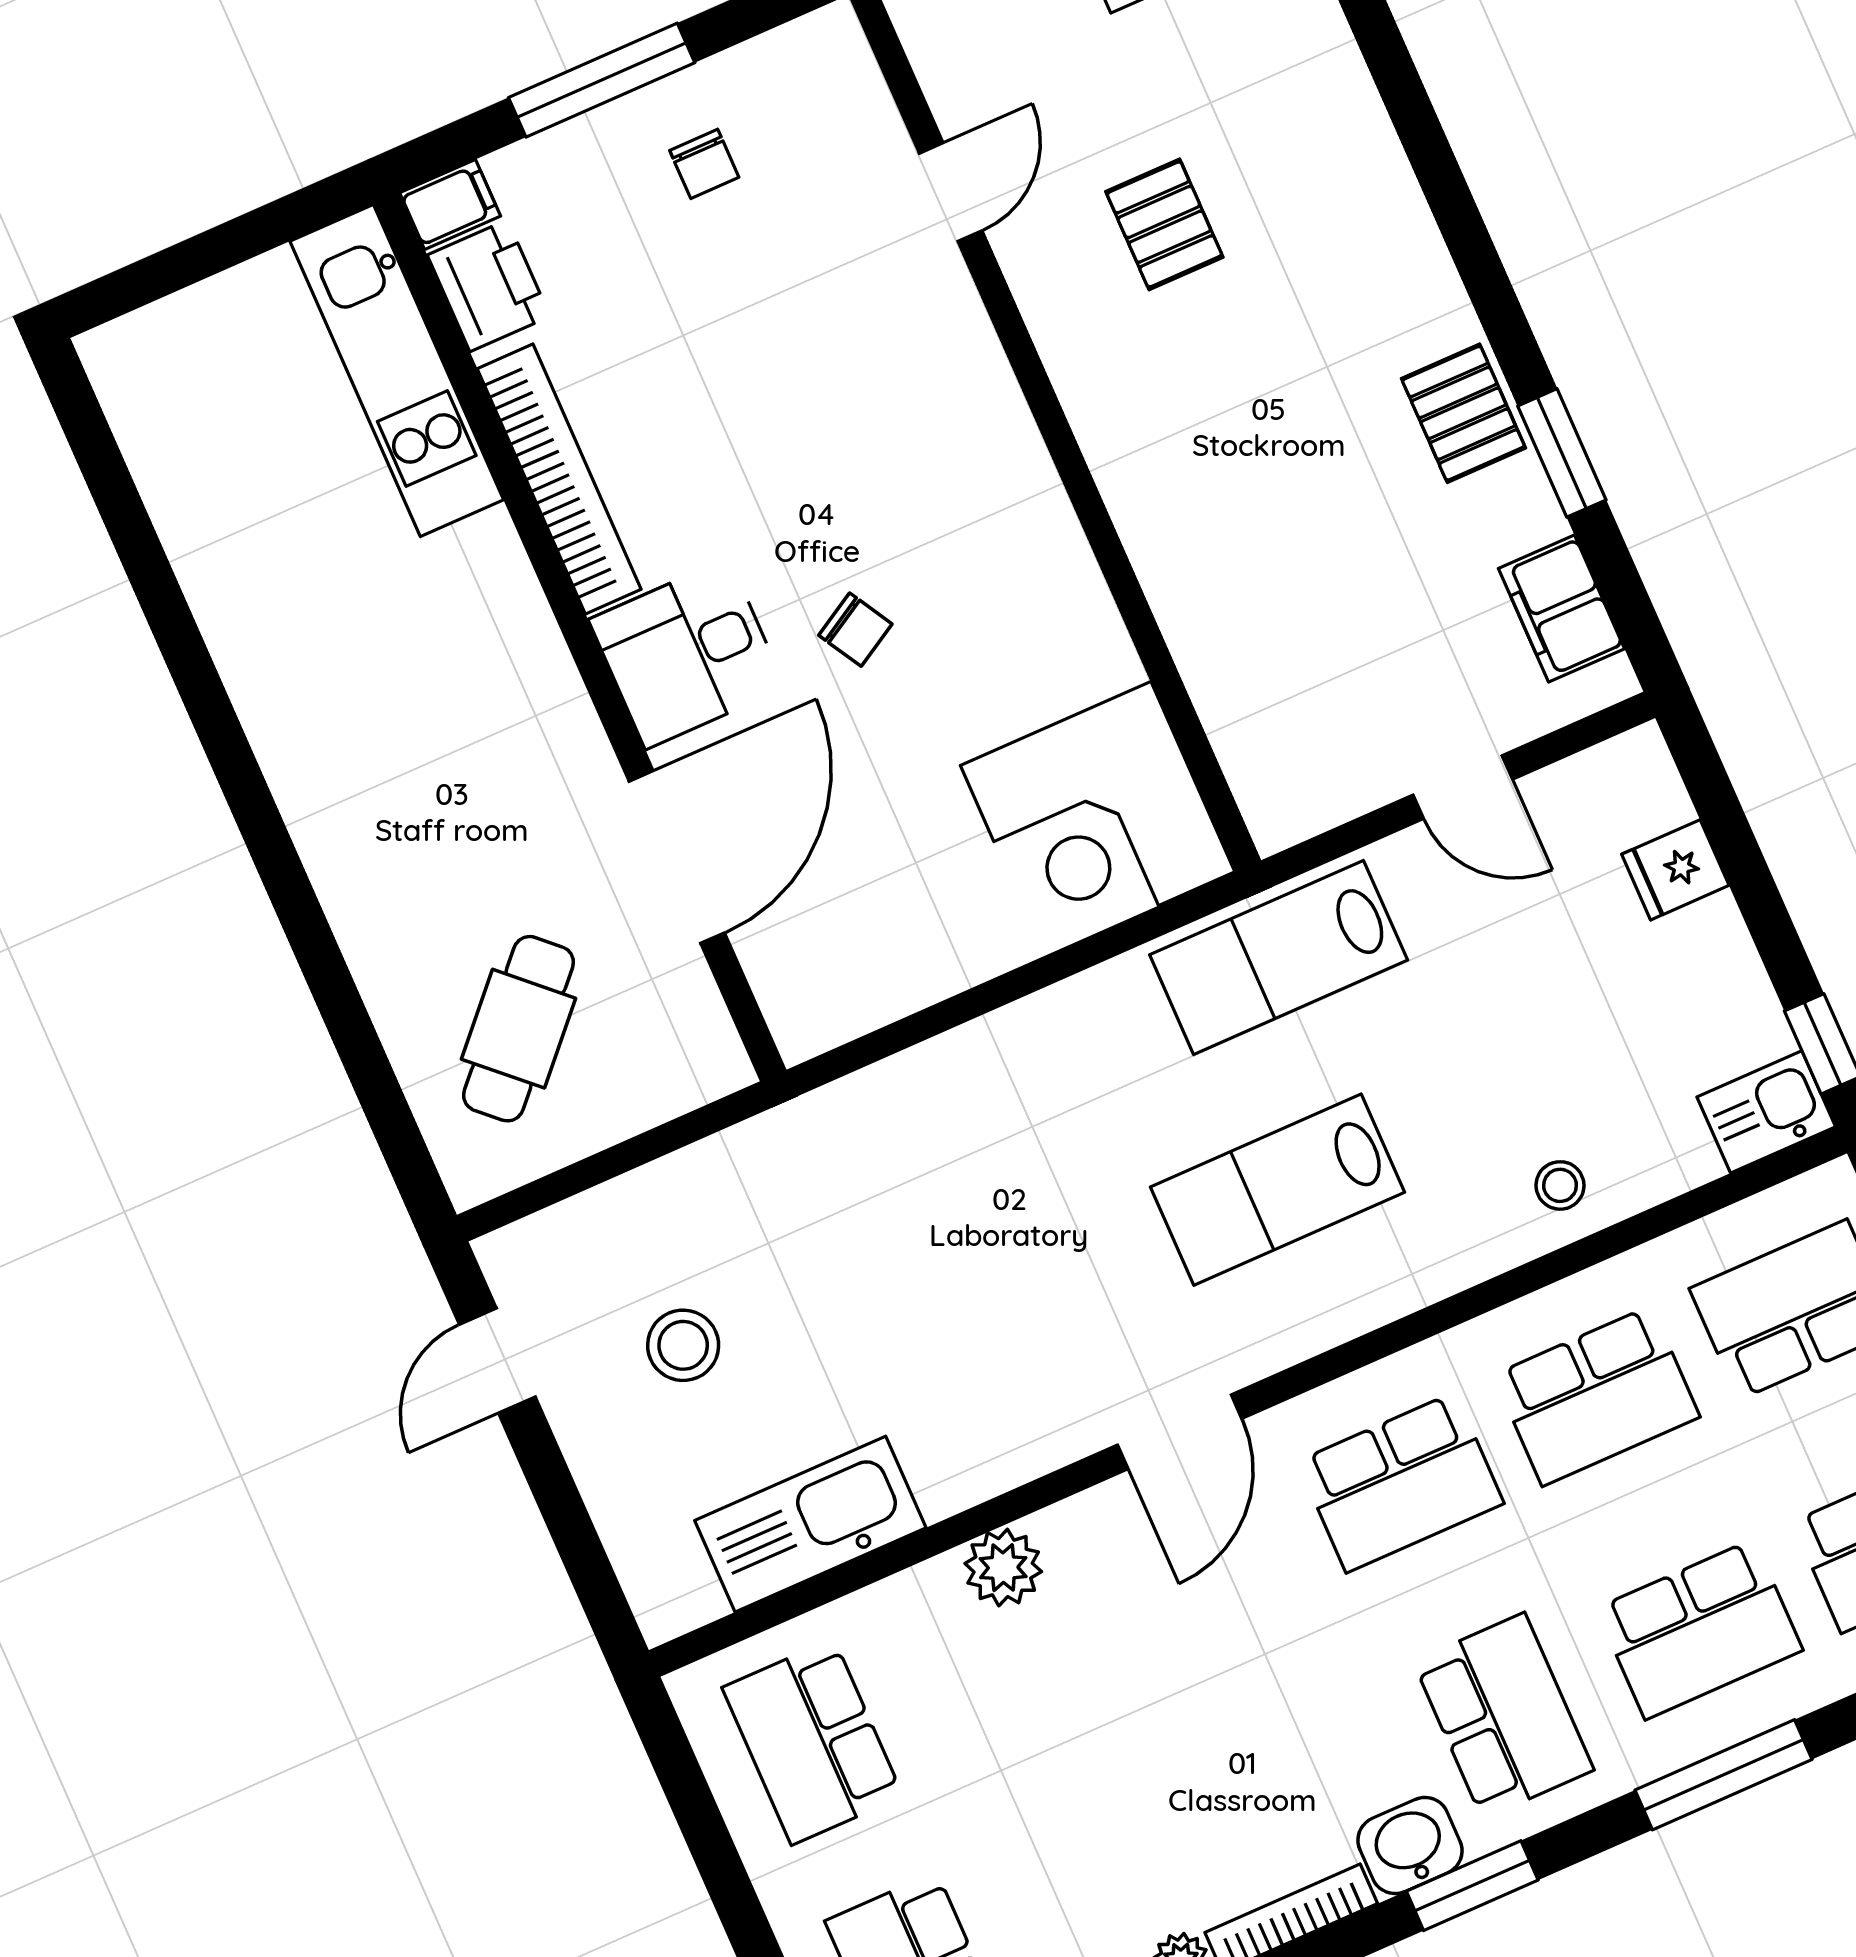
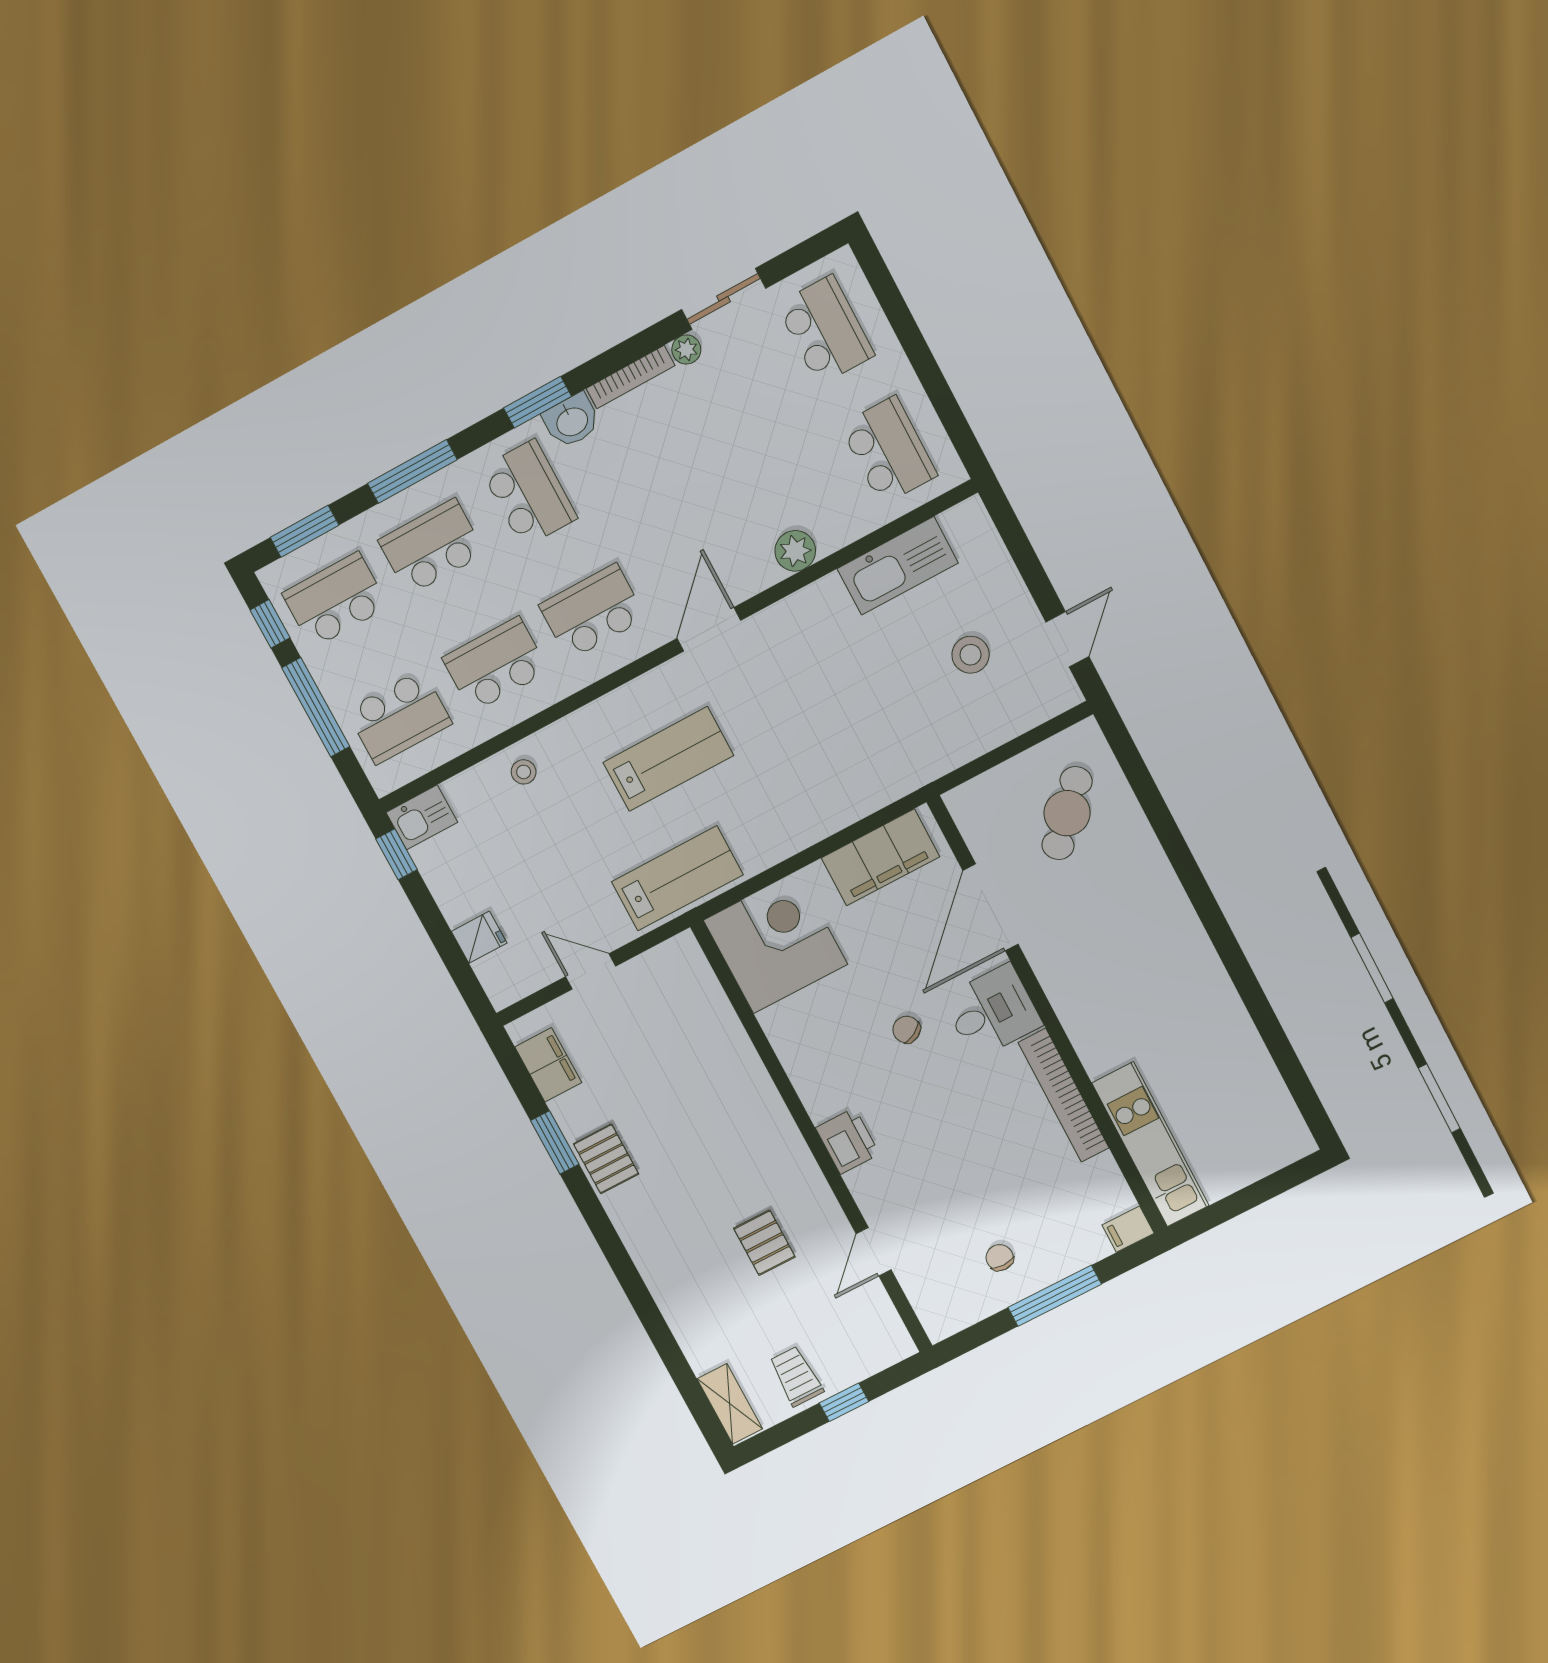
printer: (489, 286) -> (847, 1141), moved, turned 180
filing cabinet: (882, 970) -> (880, 857), added
school desk: (1504, 1716) -> (529, 493), turned 180

